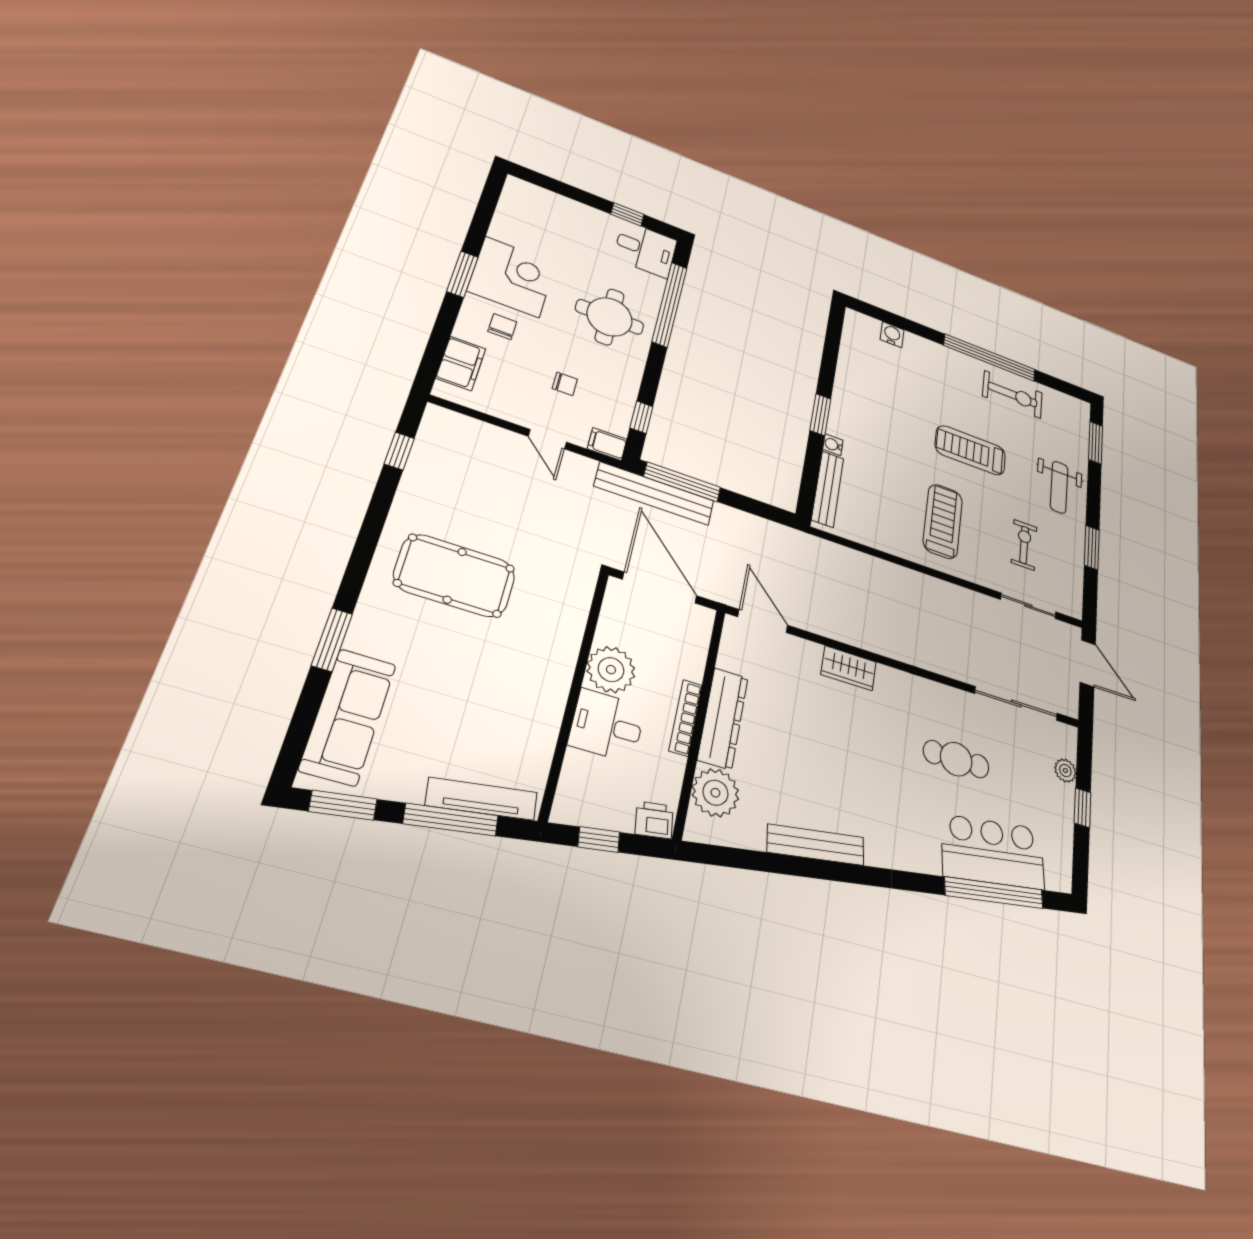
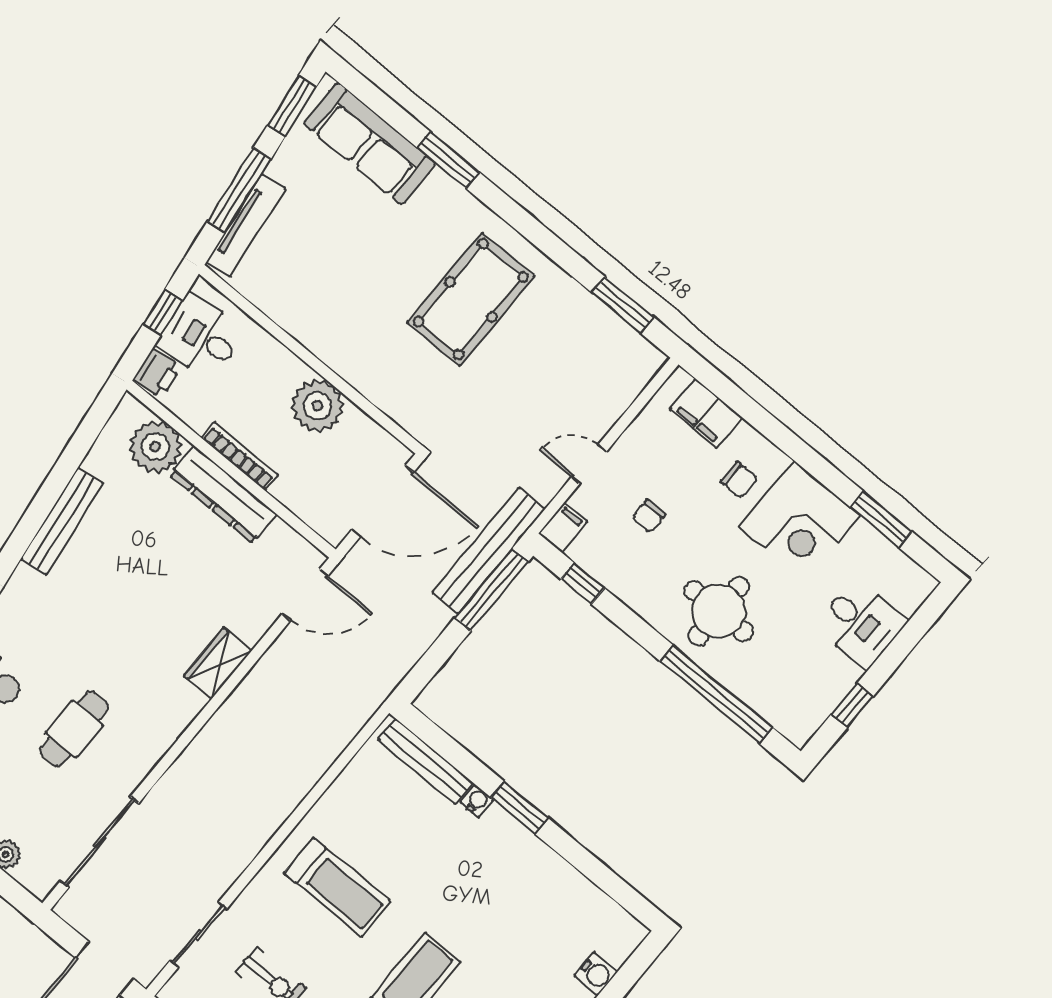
desk: (645, 249) -> (861, 623), moved, turned -90
window: (462, 274) -> (881, 519), moved
window: (399, 451) -> (623, 305), width x1.50
desk: (607, 726) -> (201, 337), moved, turned -98

